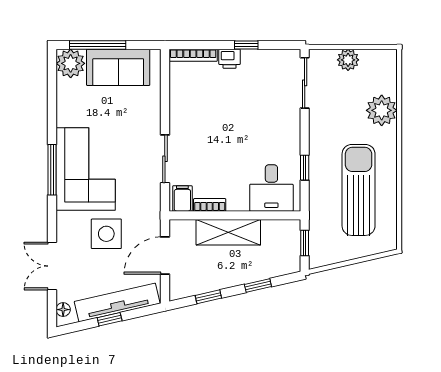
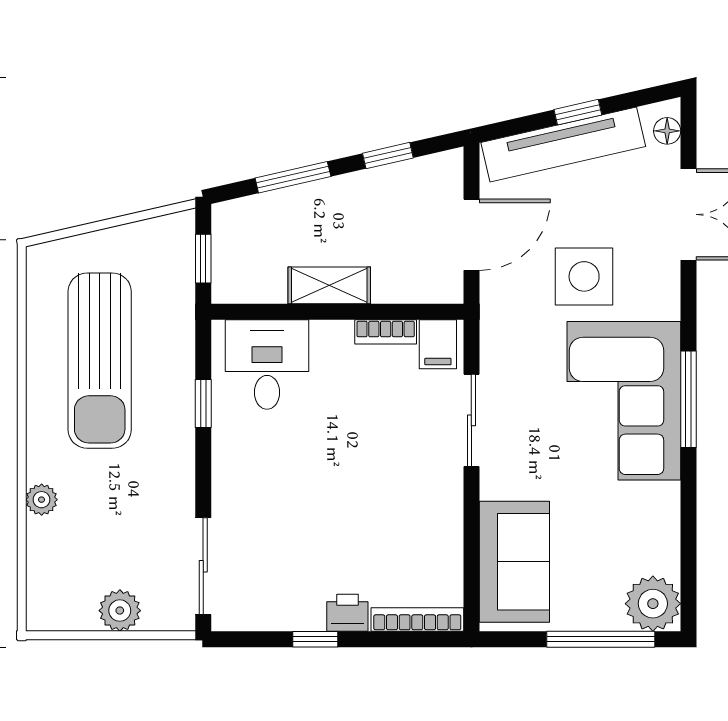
sofa: (118, 67) -> (514, 562), moved, turned 90
plant: (382, 110) -> (42, 500), width x0.53, depth x0.53
shelving: (228, 232) -> (329, 285), width x0.67, depth x0.75
window: (258, 285) -> (293, 177), width x1.50

